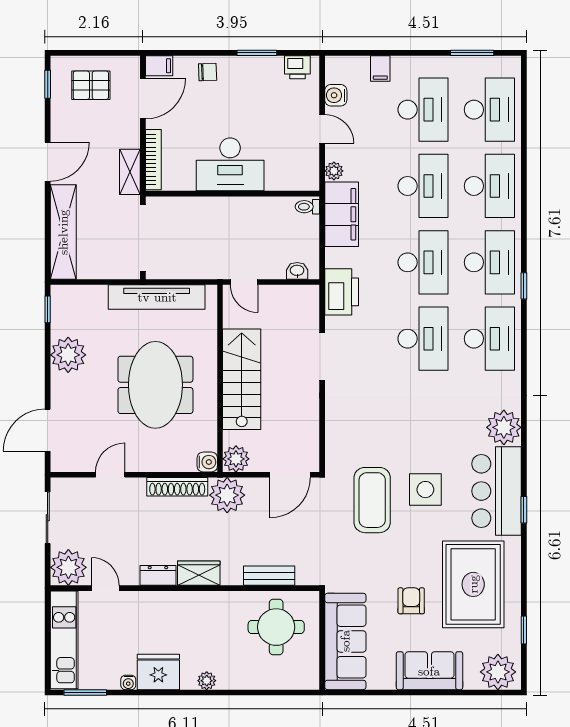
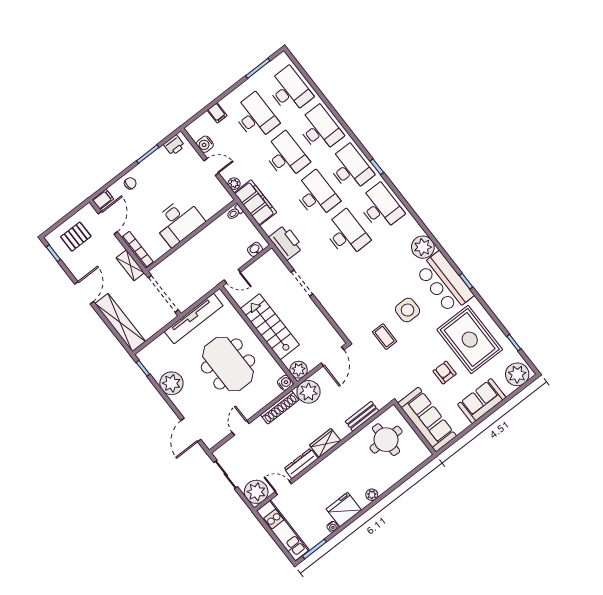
coffee table: (372, 500) -> (385, 337), width x0.54, depth x0.58
dresser: (158, 575) -> (301, 463), width x1.44

